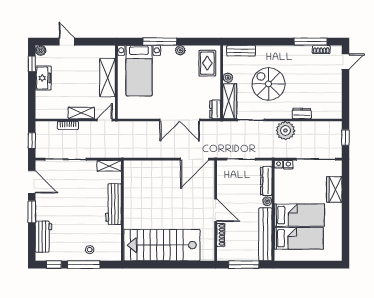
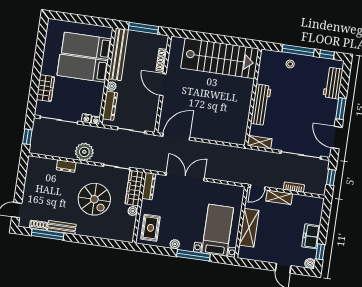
bench: (241, 51) -> (62, 227), moved
dresser: (215, 109) -> (149, 186), width x1.44

